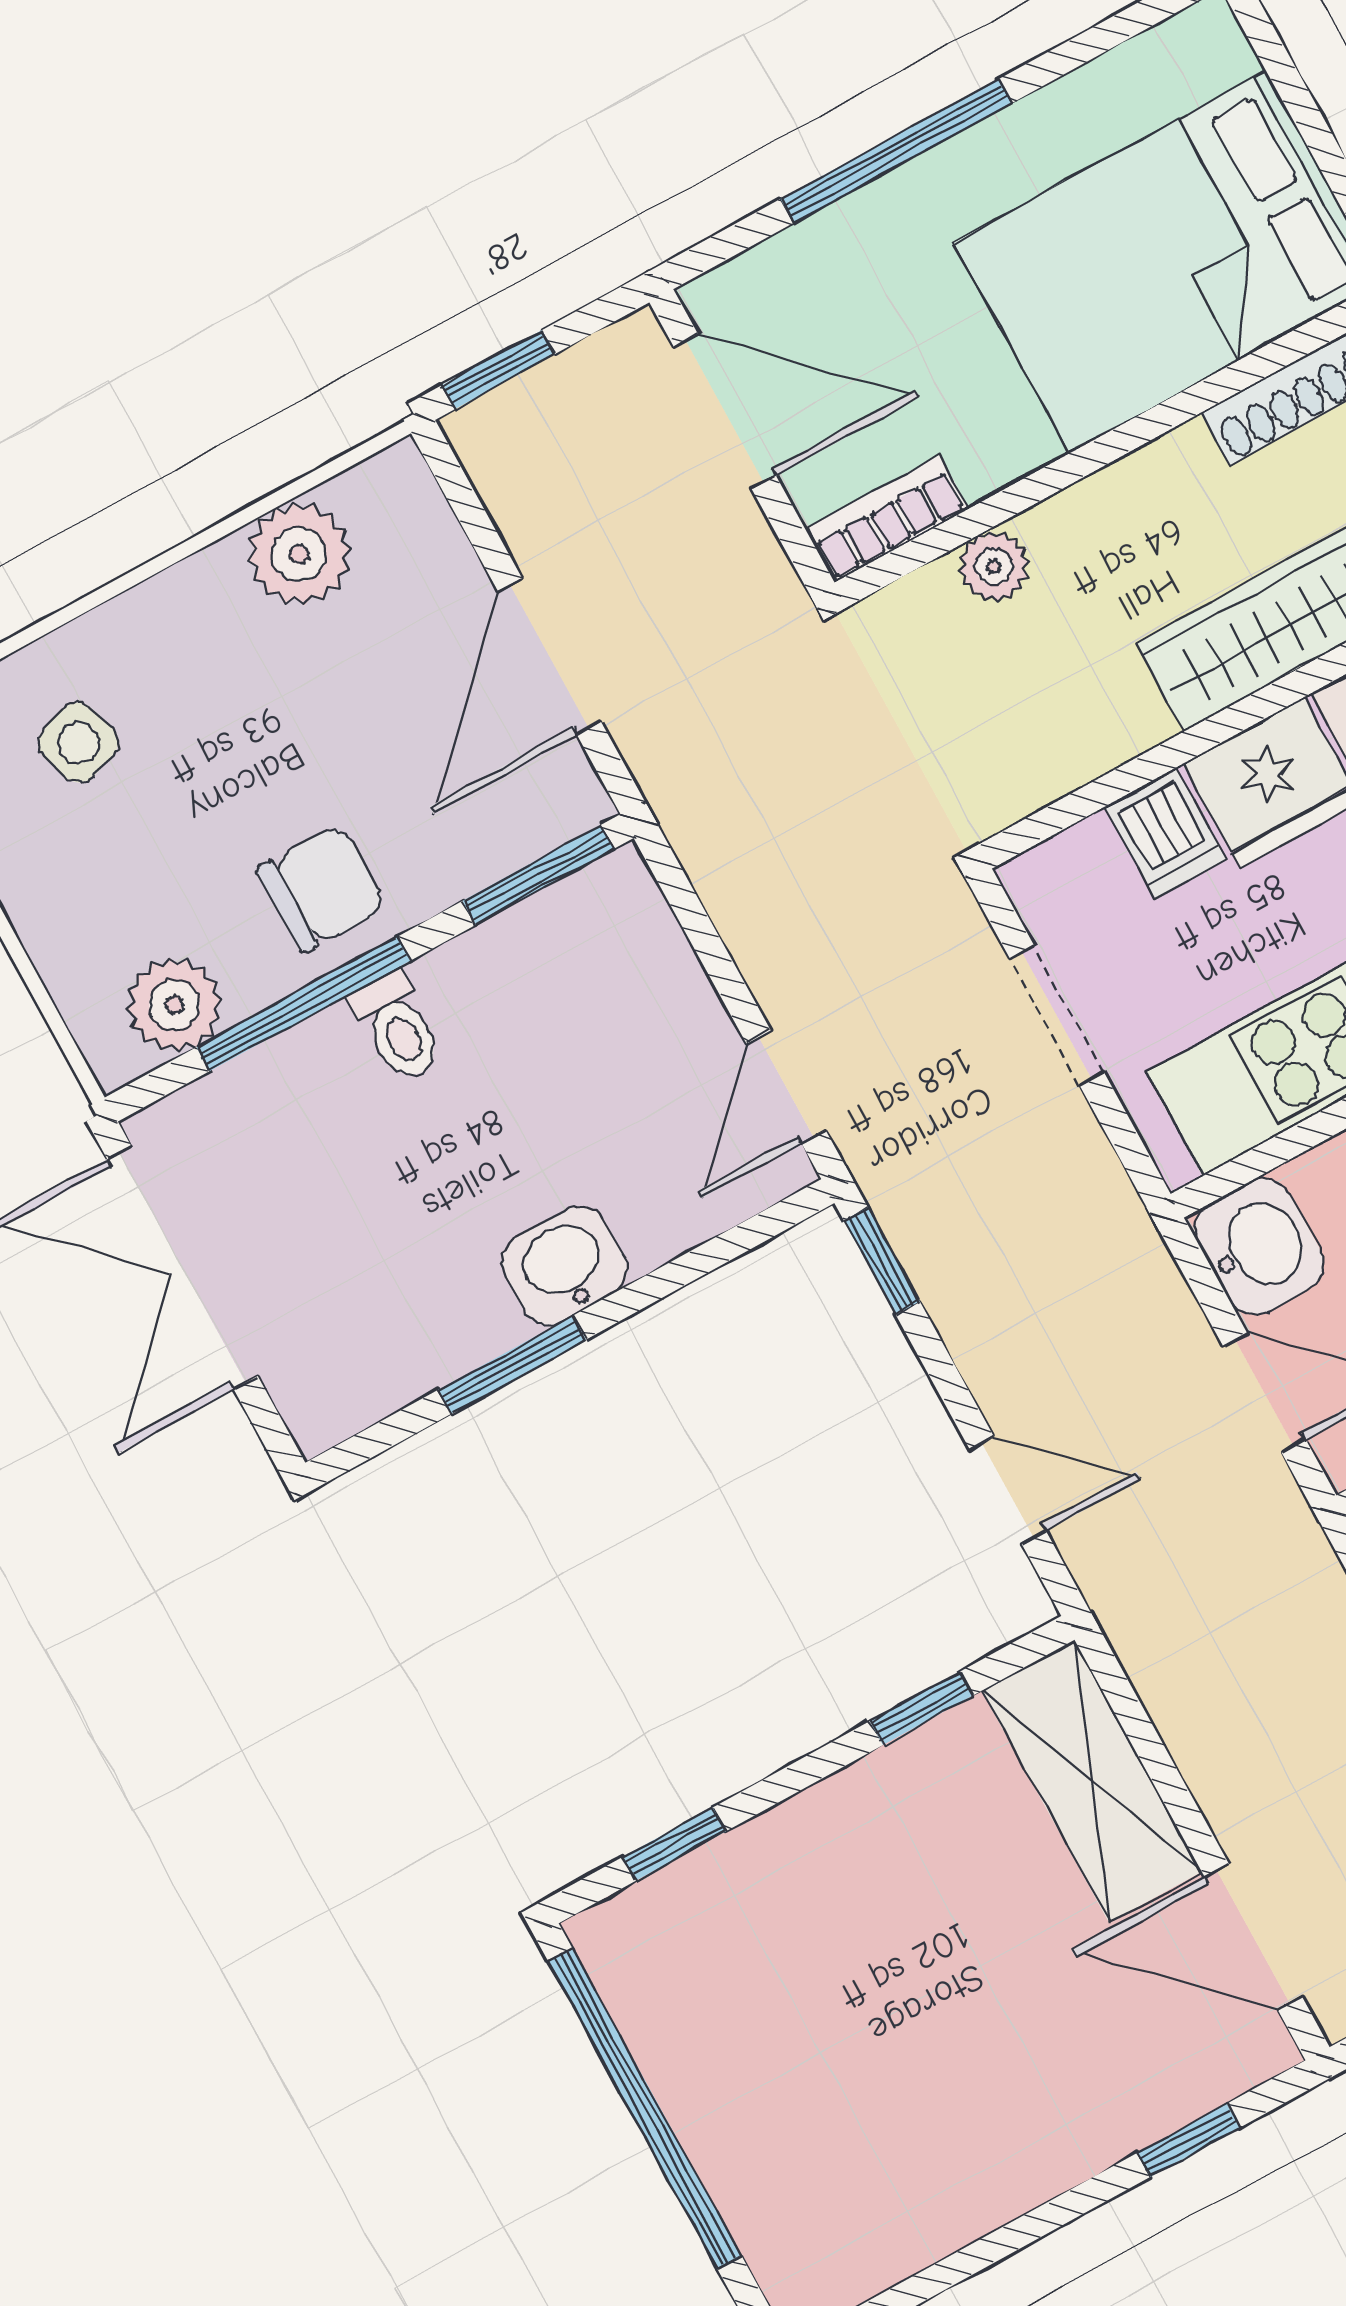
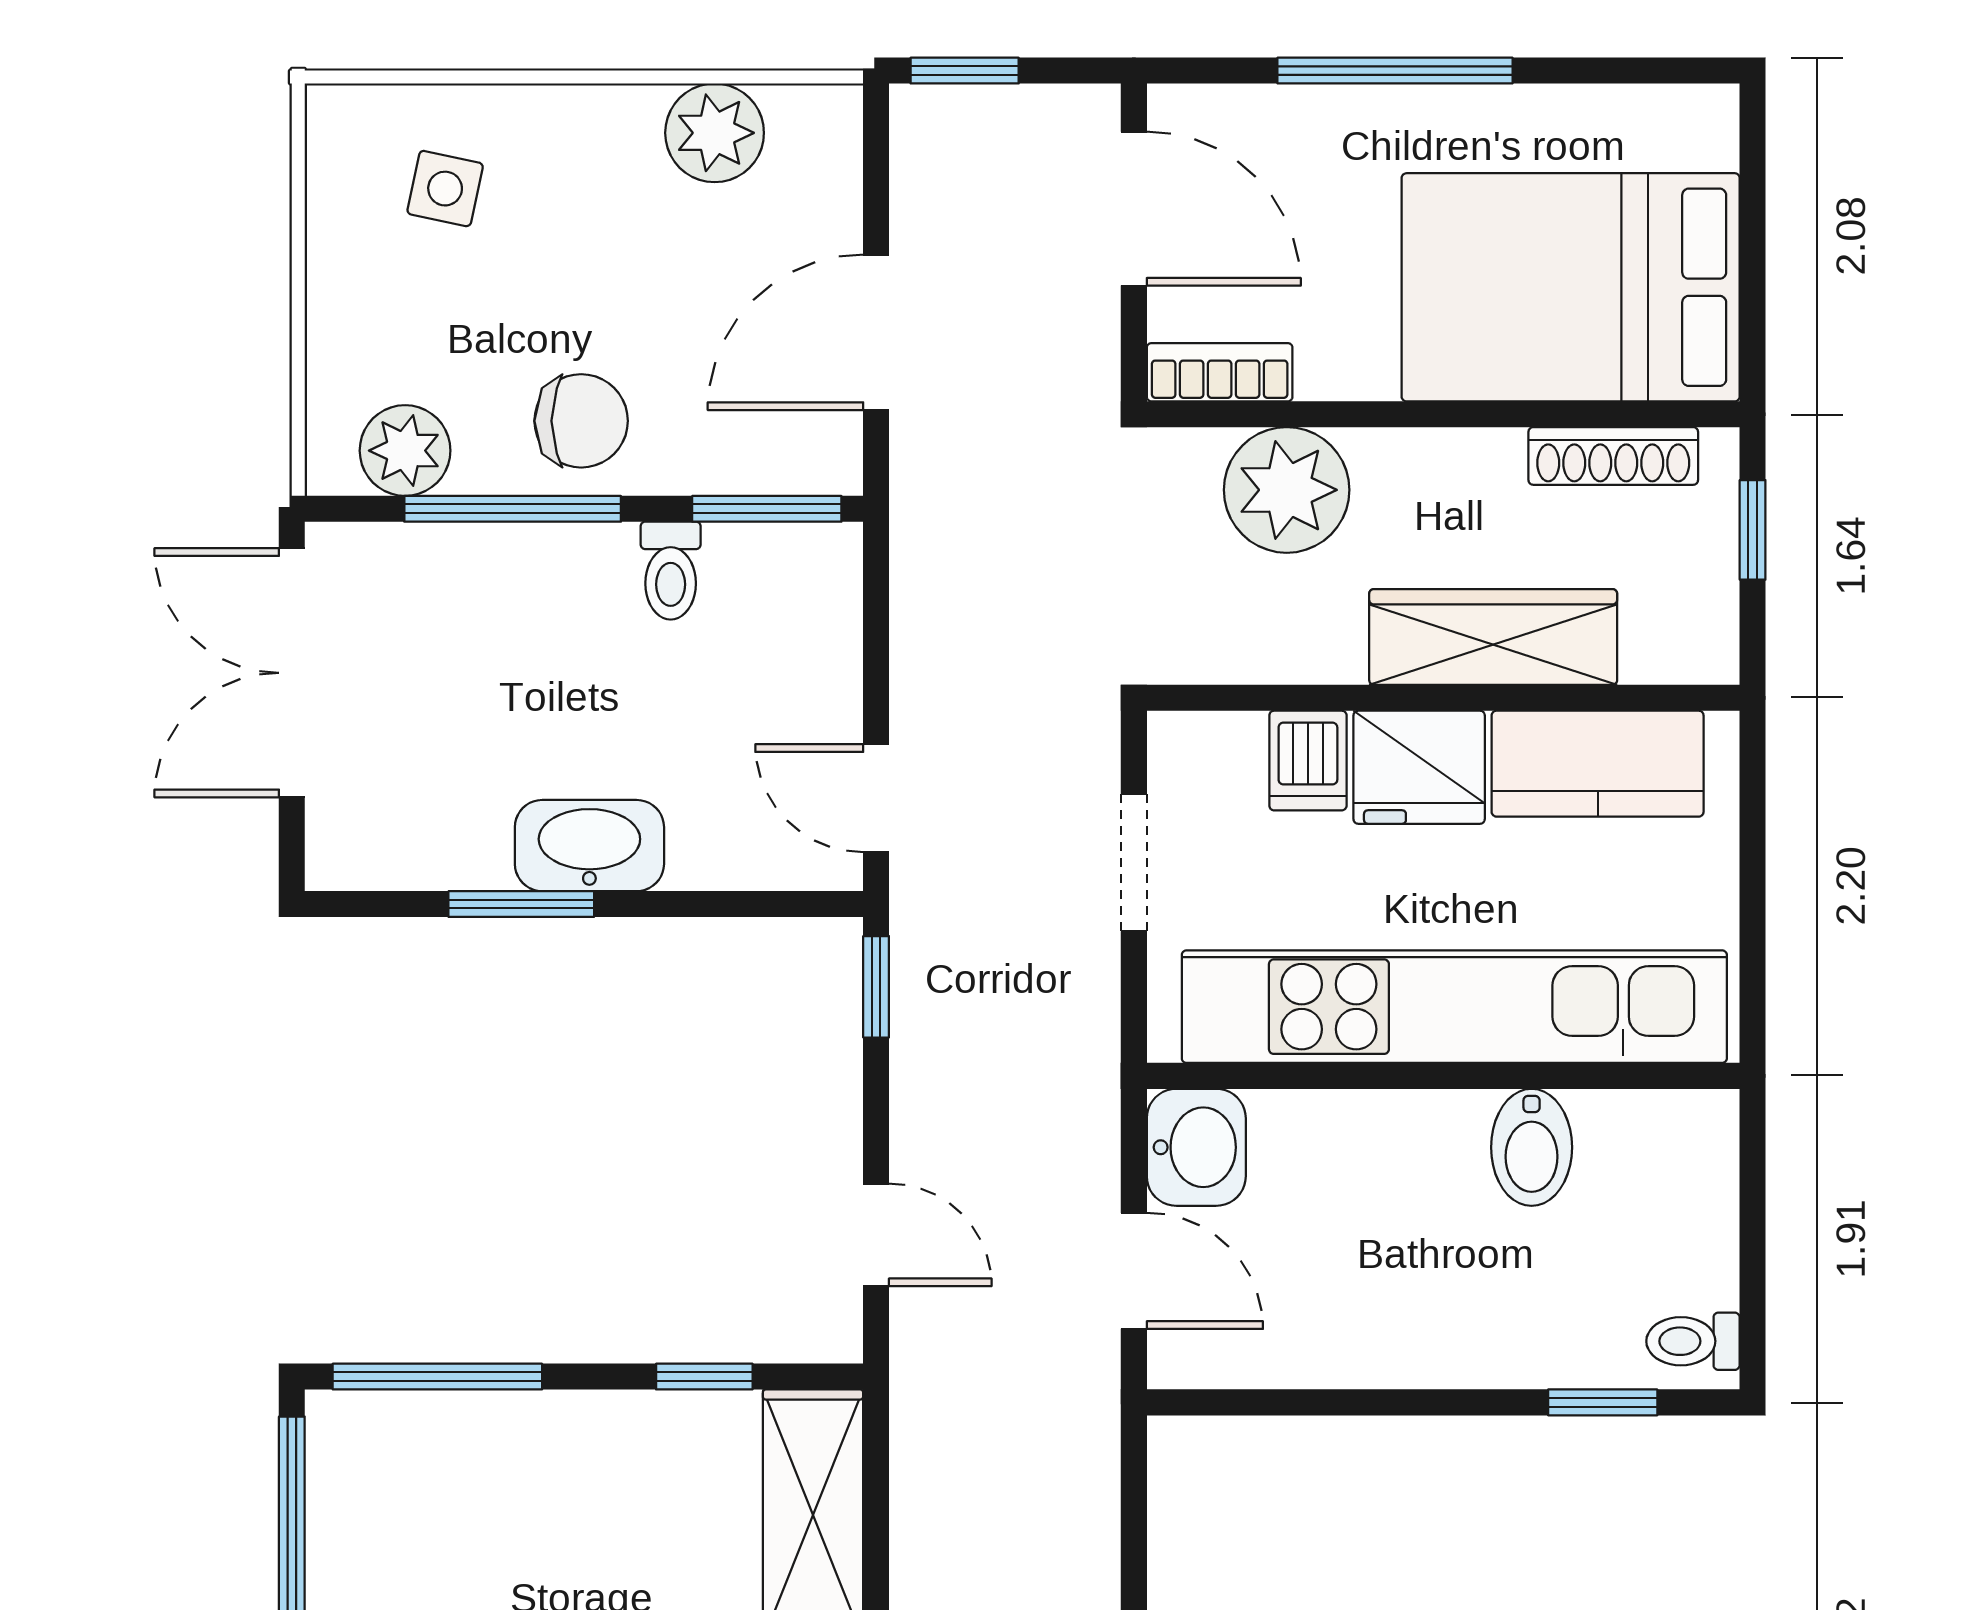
plant: (994, 566) -> (1287, 490), width x1.87, depth x1.87
side table: (78, 743) -> (445, 189), turned 31
toilet: (397, 1027) -> (671, 571), moved
door: (786, 1087) -> (876, 798), hinge flipped
washbasin: (564, 1266) -> (589, 846), width x1.38
window: (675, 1844) -> (437, 1377), width x2.17

